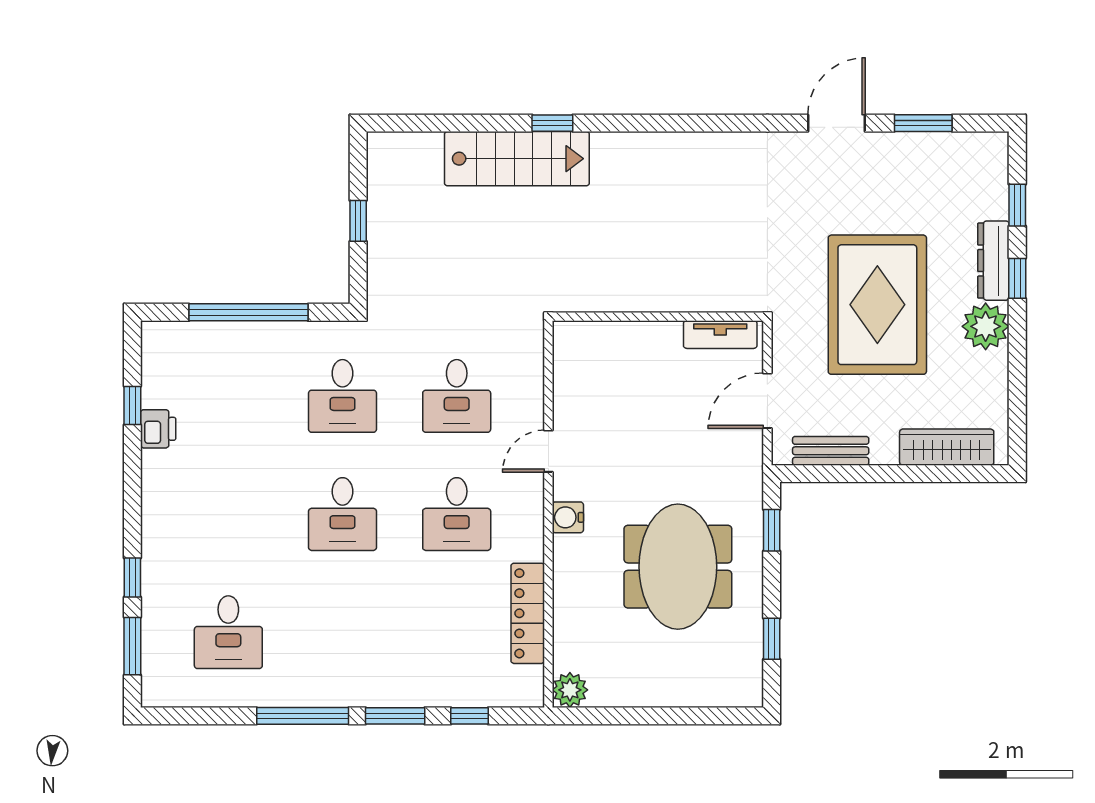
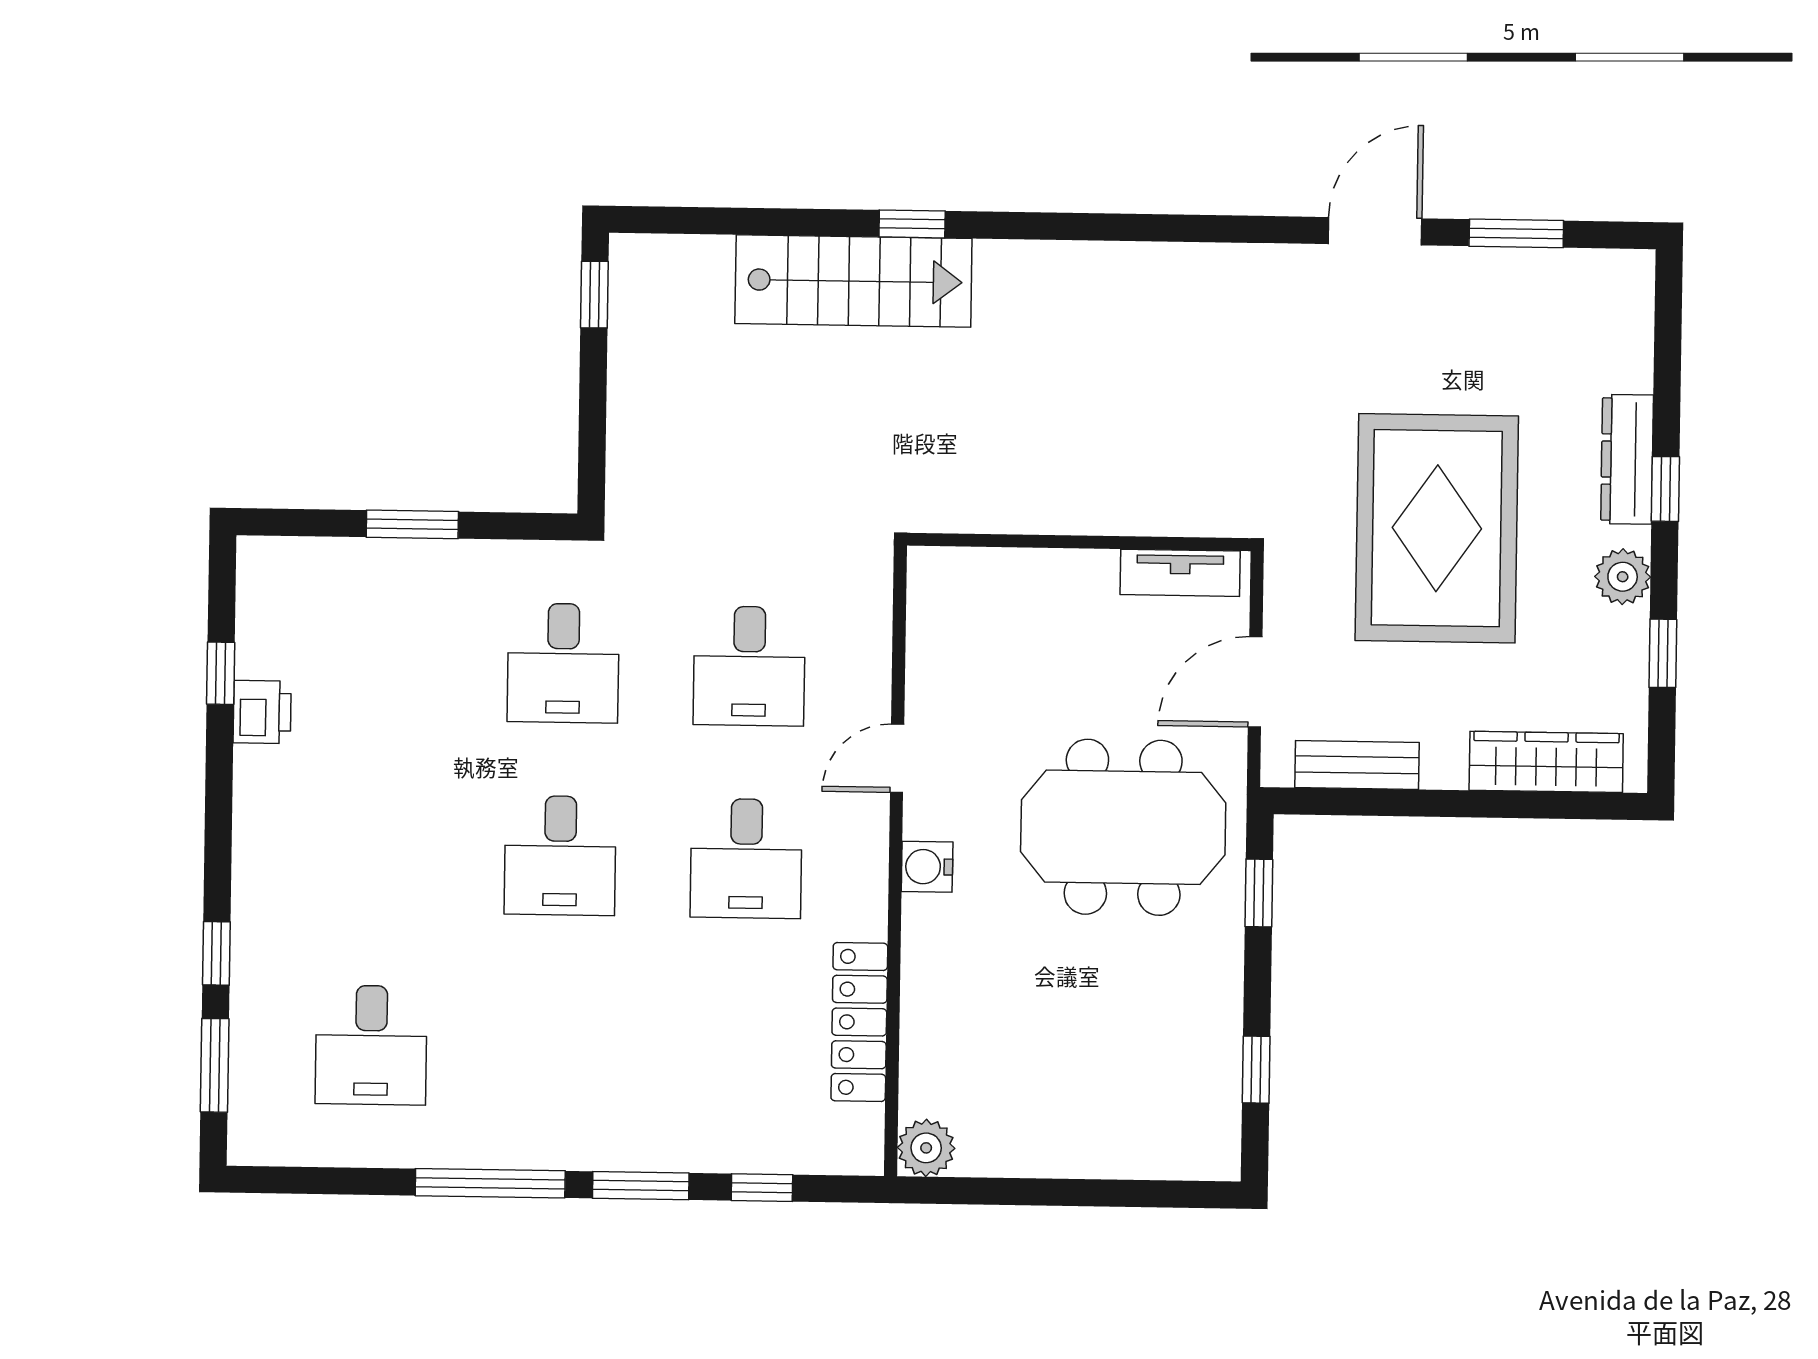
window: (1017, 205) -> (1663, 653), moved
window: (358, 221) -> (594, 295), moved
window: (249, 312) -> (412, 524), width x0.47
plant: (986, 326) -> (1623, 577), width x0.73, depth x0.73
meeting table: (678, 567) -> (1123, 827), moved, turned 90

